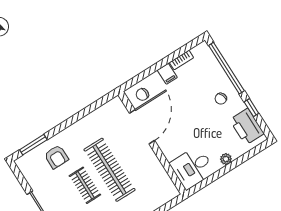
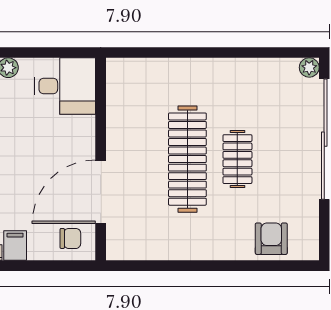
window: (33, 145) -> (275, 266), removed
armchair: (56, 157) -> (271, 239), moved

